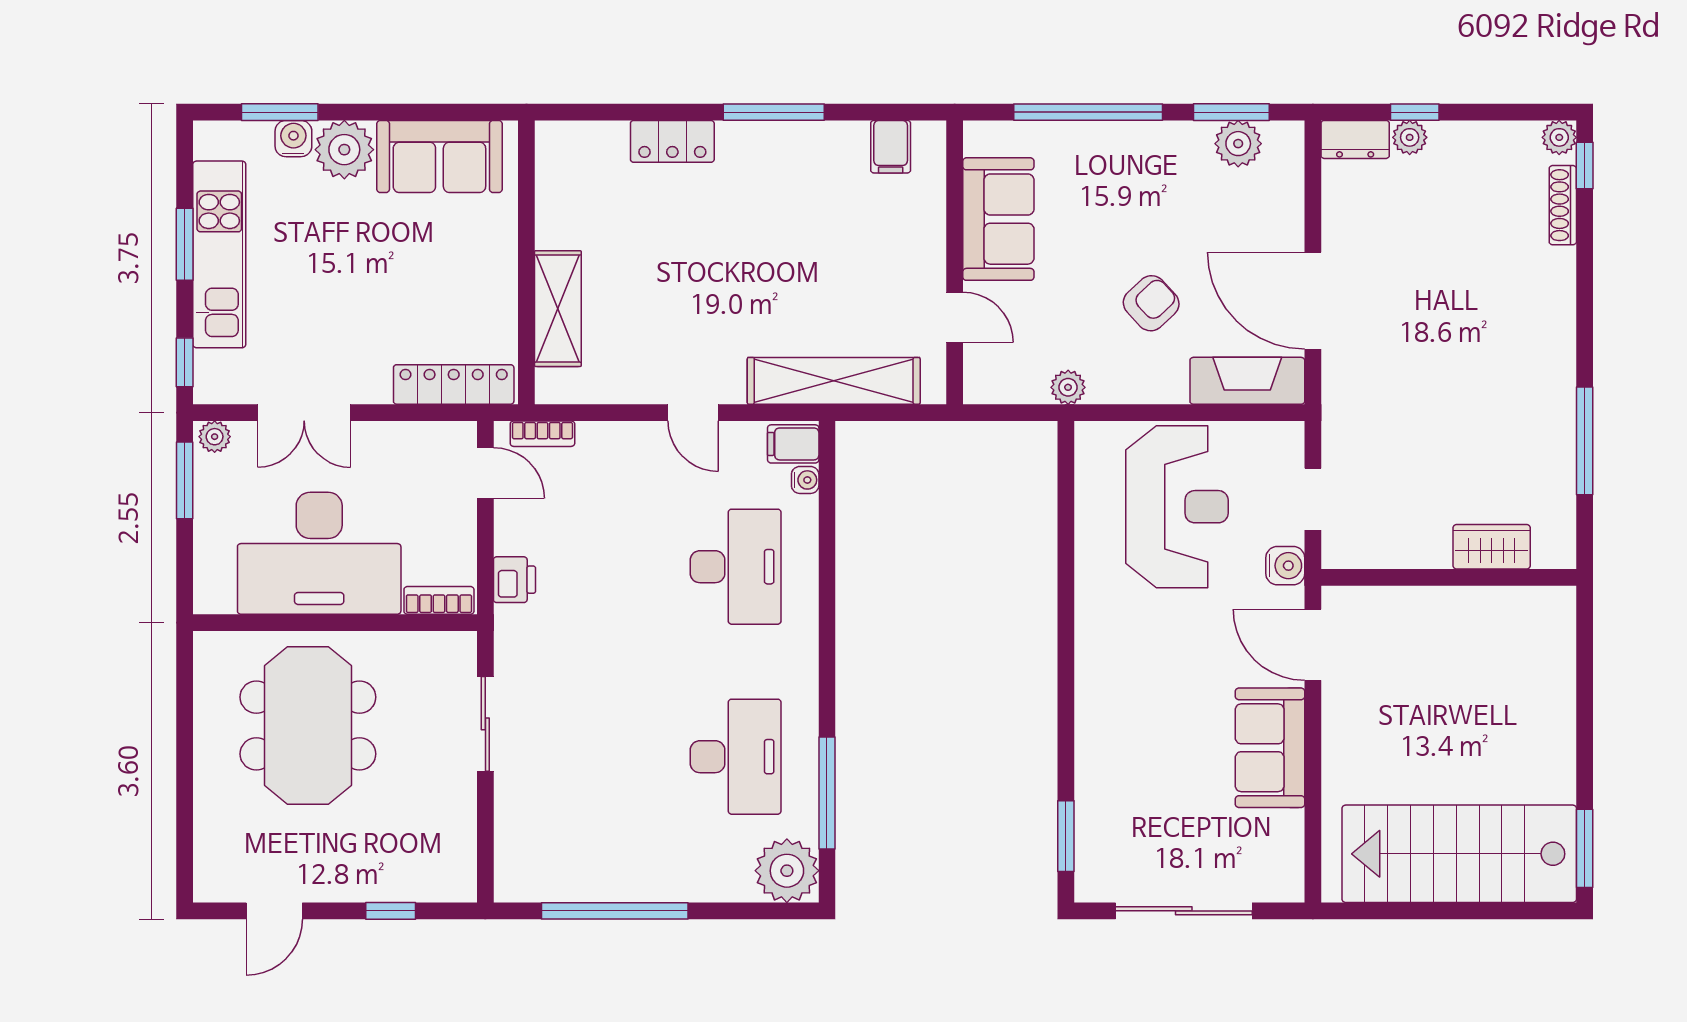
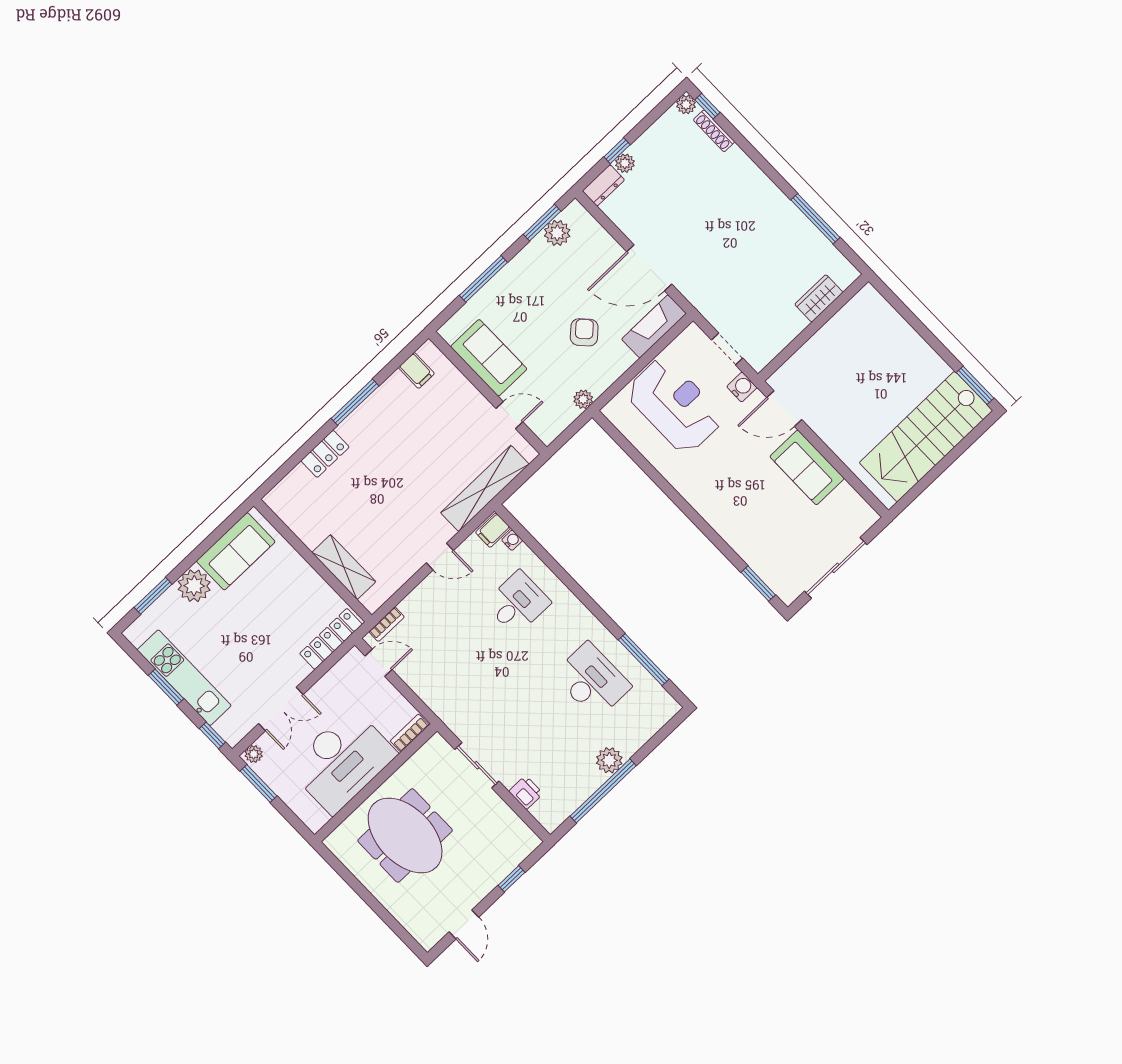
window: (1088, 112) -> (483, 279), width x0.68
water cooler: (293, 139) -> (169, 601), removed
desk: (736, 567) -> (518, 603), width x0.73
printer: (514, 580) -> (526, 792), moved
plant: (787, 871) -> (609, 760), moved, width x0.73, depth x0.73

